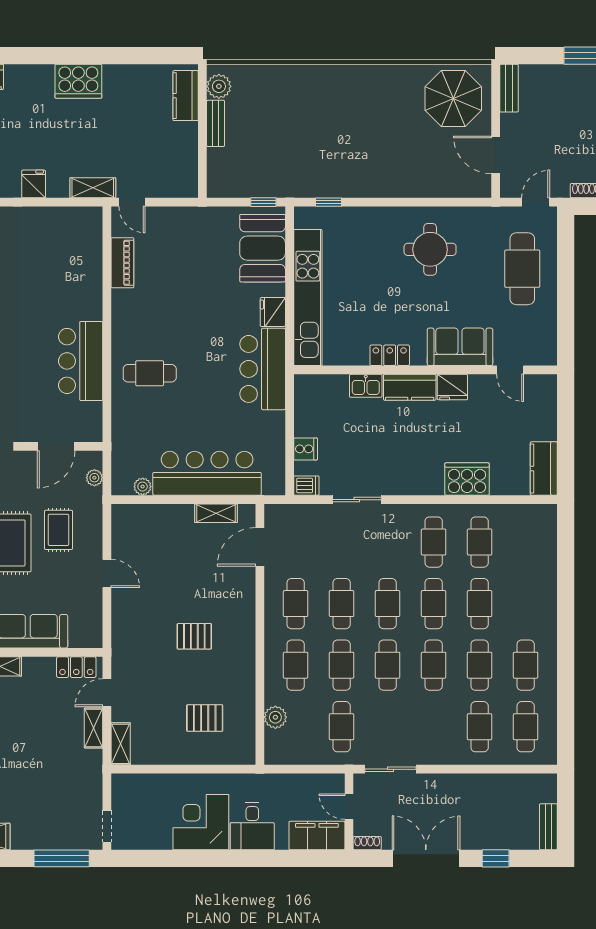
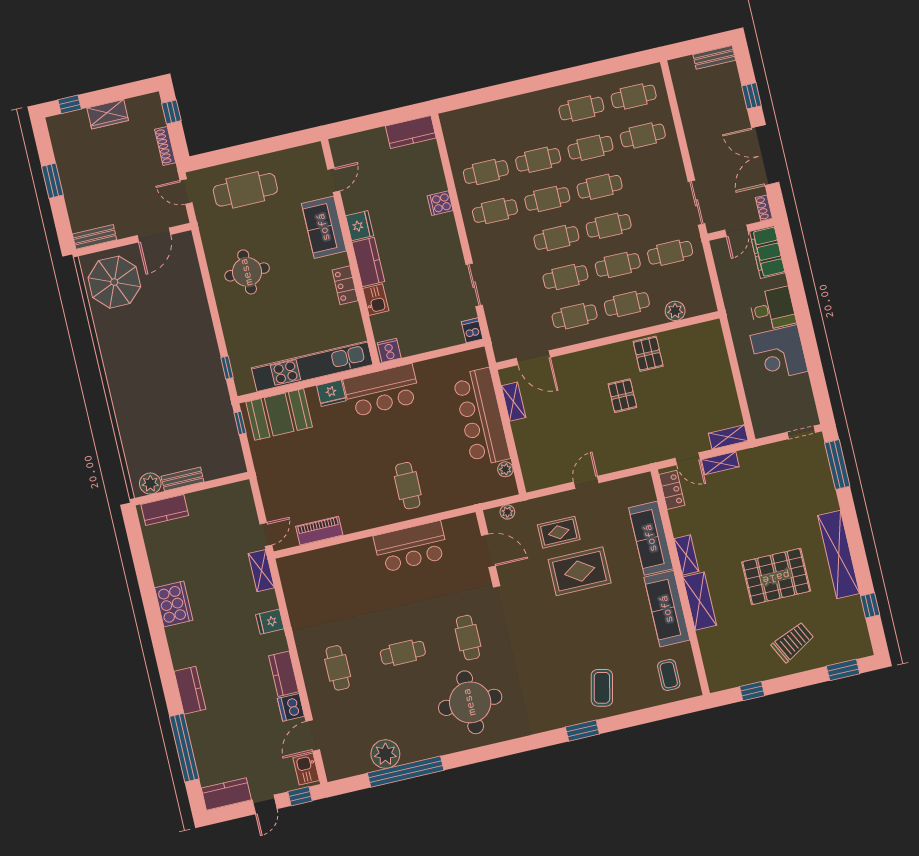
cooker: (306, 449) -> (389, 350), moved
cooker: (467, 479) -> (440, 203), width x0.53, depth x0.76
pallet: (205, 718) -> (648, 354), moved

